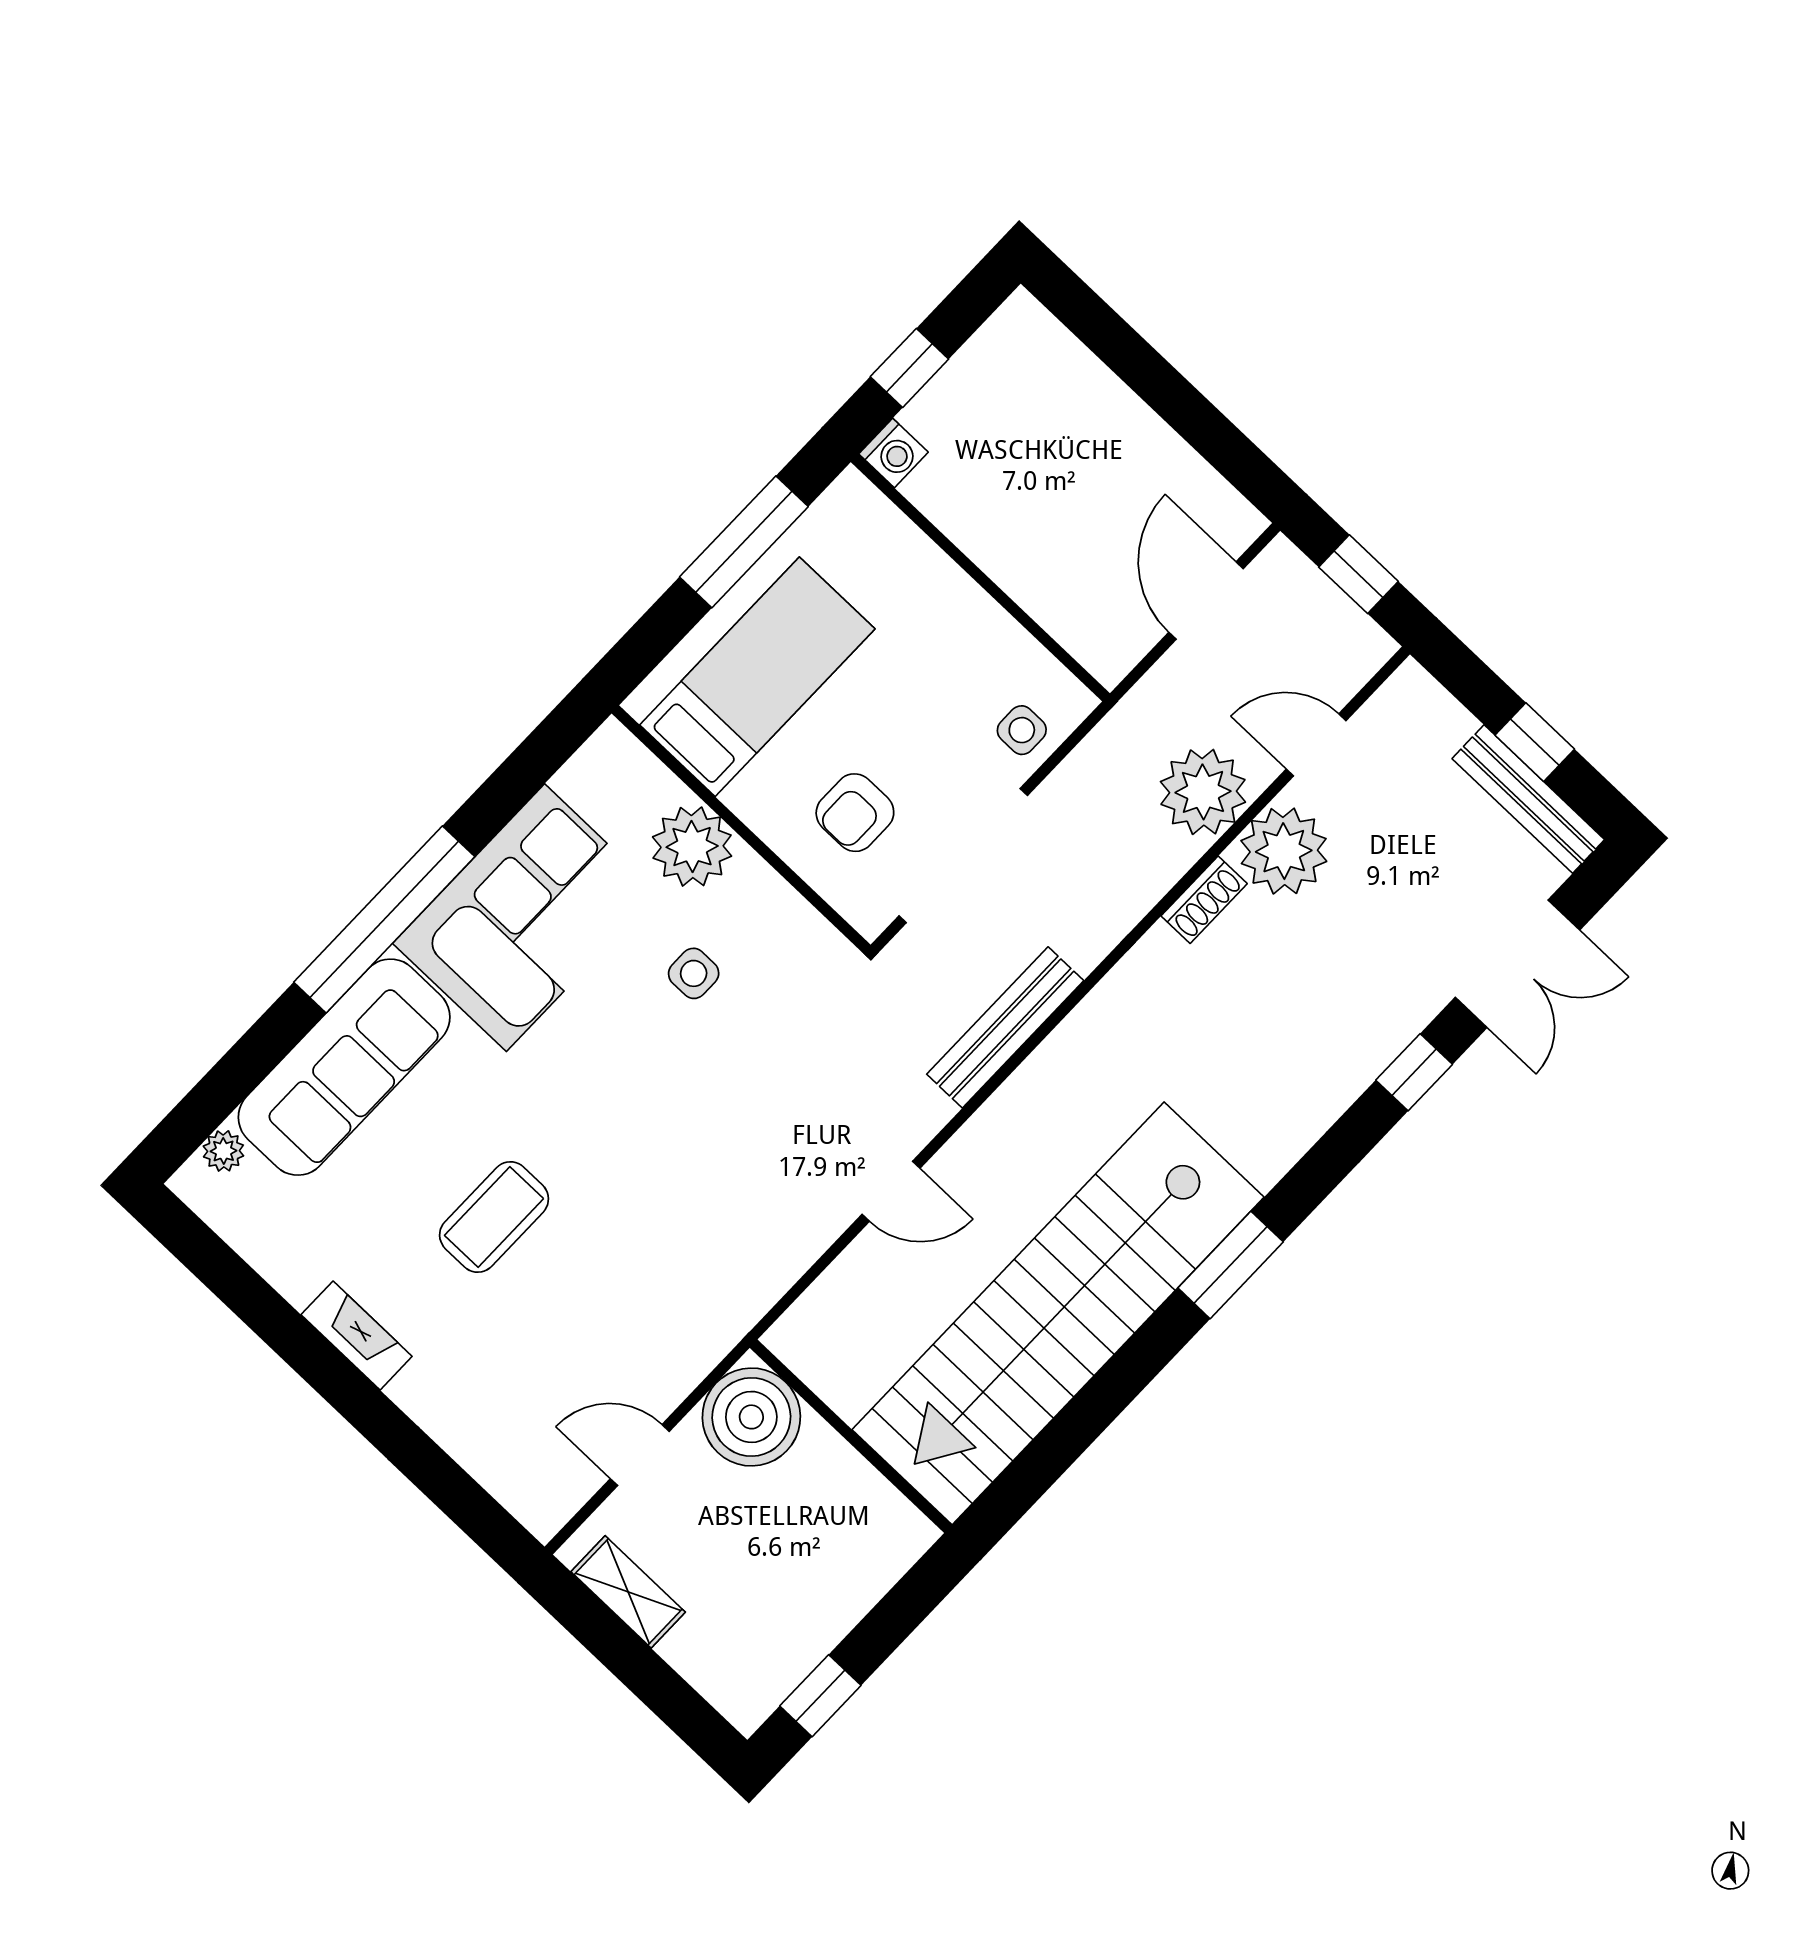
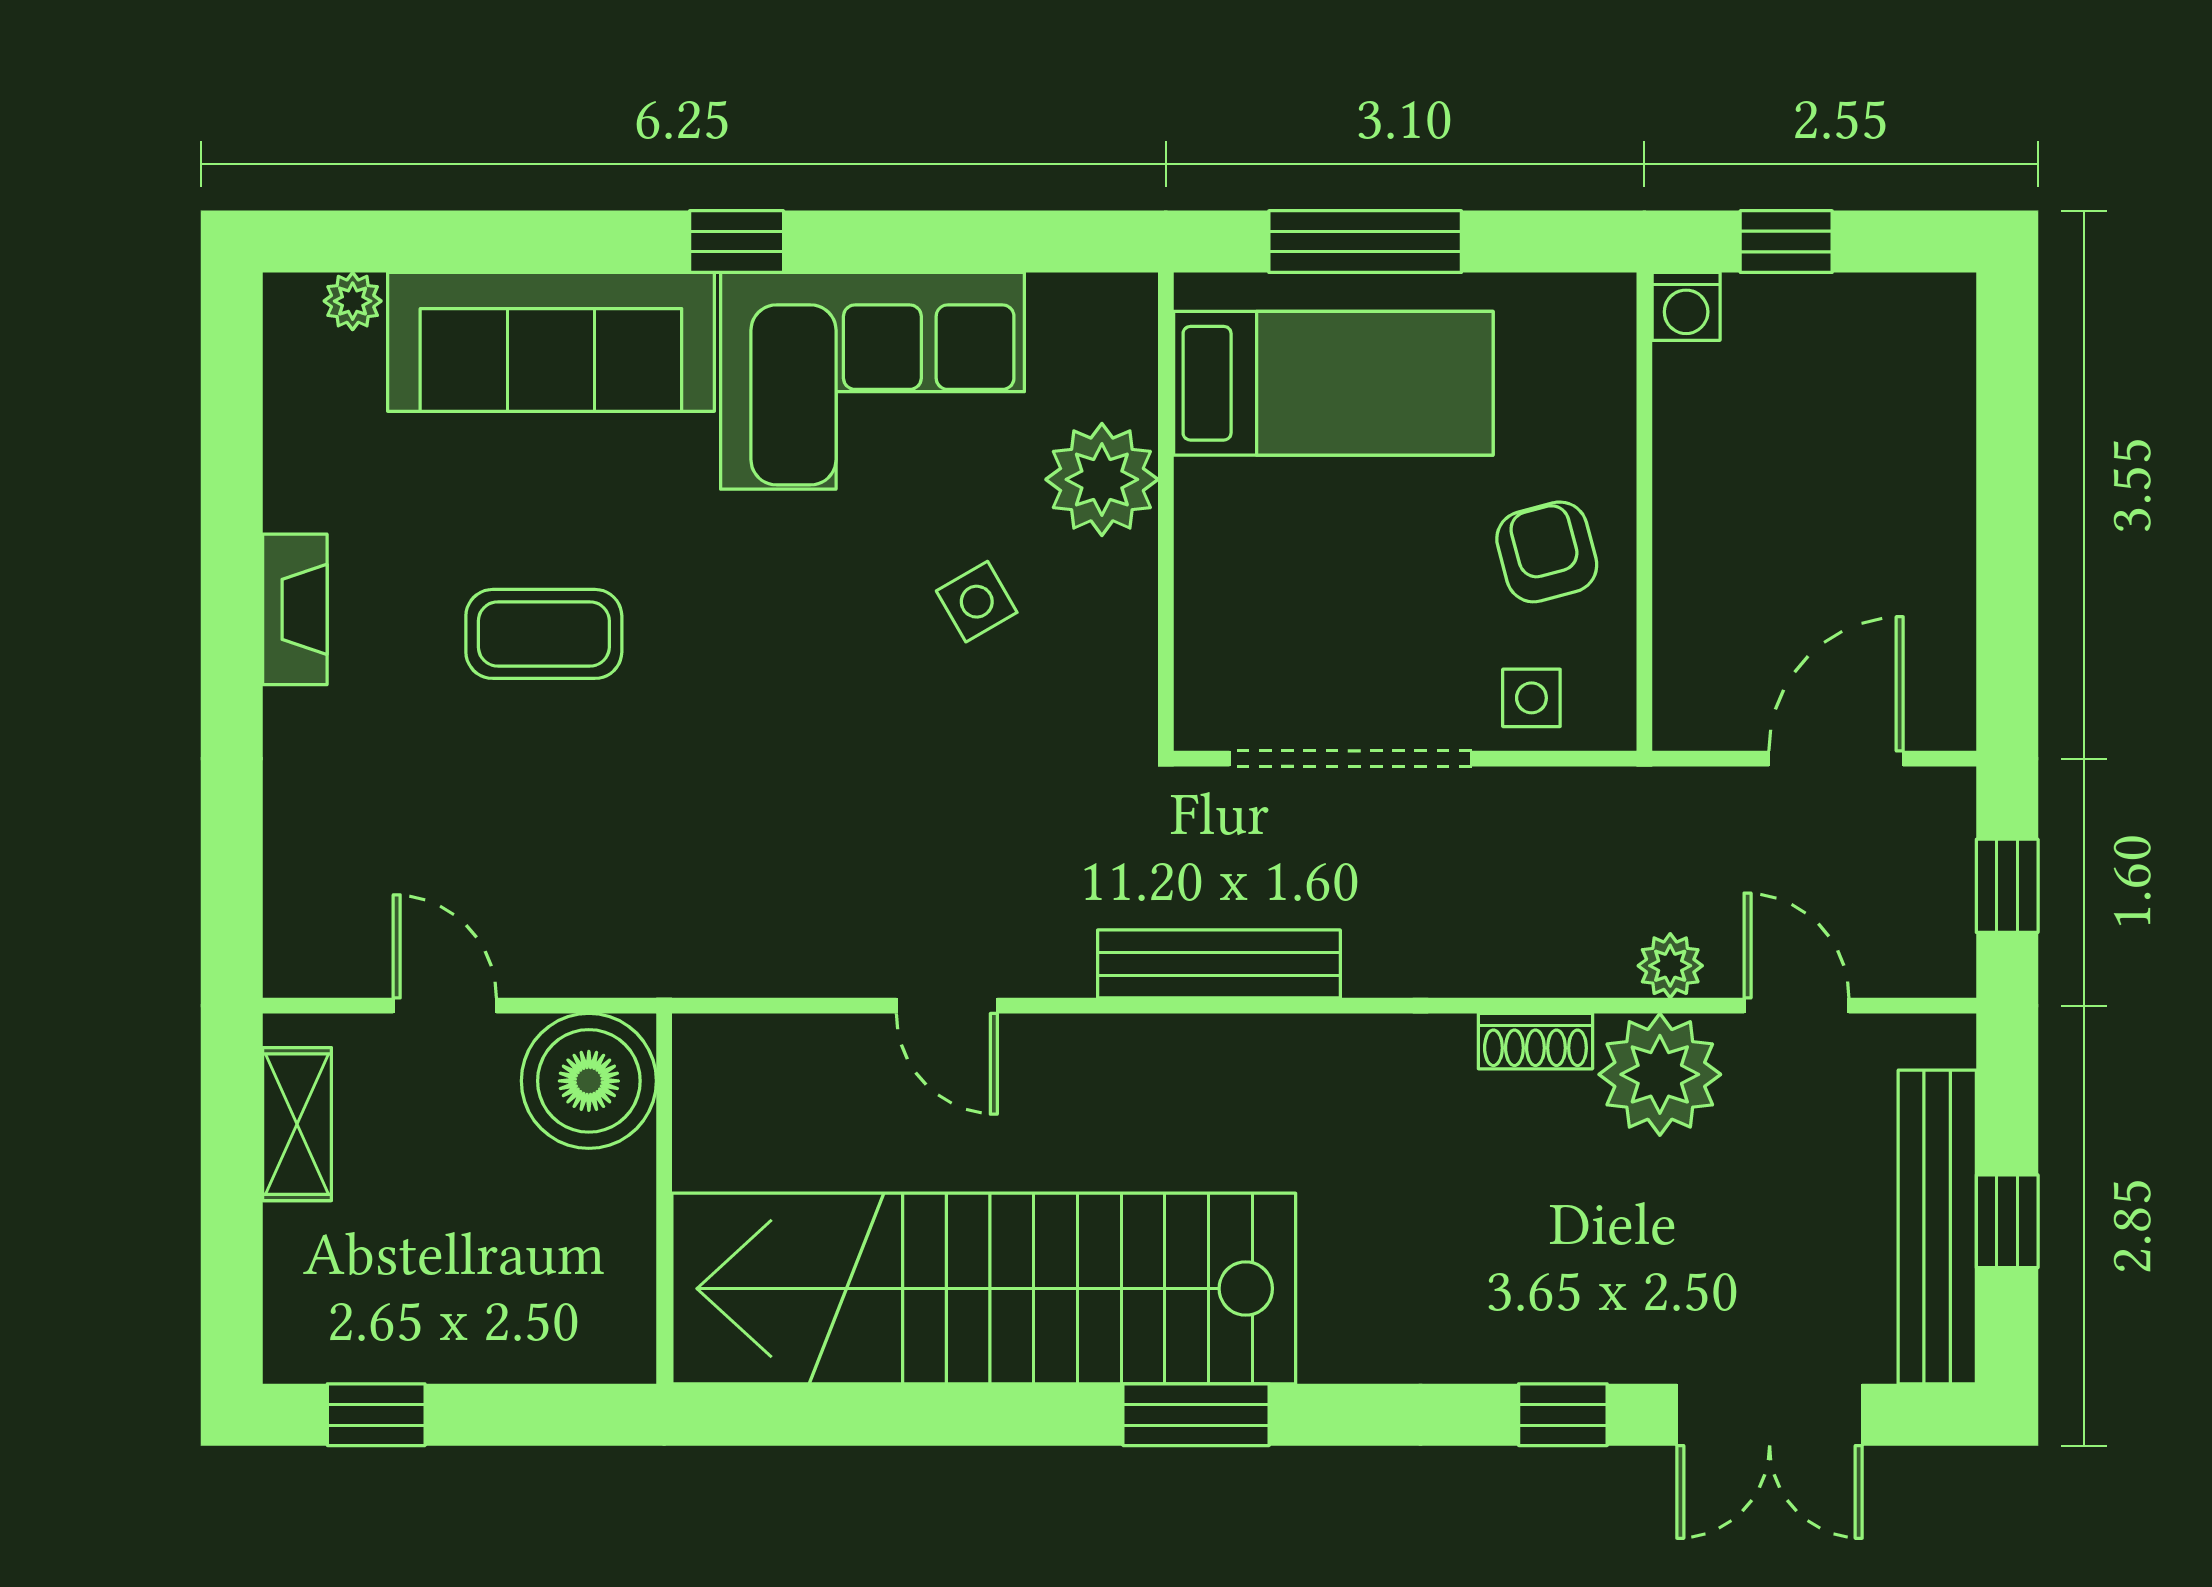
window: (744, 542) -> (1365, 242), moved
plant: (1203, 792) -> (1670, 966), width x0.53, depth x0.53
bench: (1528, 799) -> (1937, 1227), width x1.37, depth x1.21
armchair: (855, 813) -> (1547, 552), moved, turned 75
window: (384, 919) -> (737, 242), width x0.32
side table: (694, 973) -> (977, 602), turned -30

